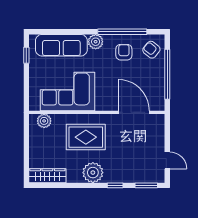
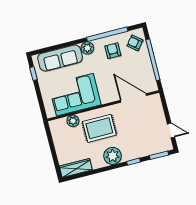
plant: (44, 121) -> (73, 121), moved

